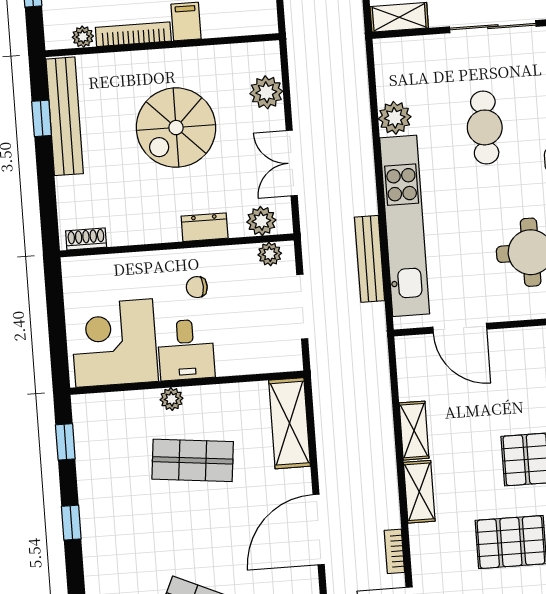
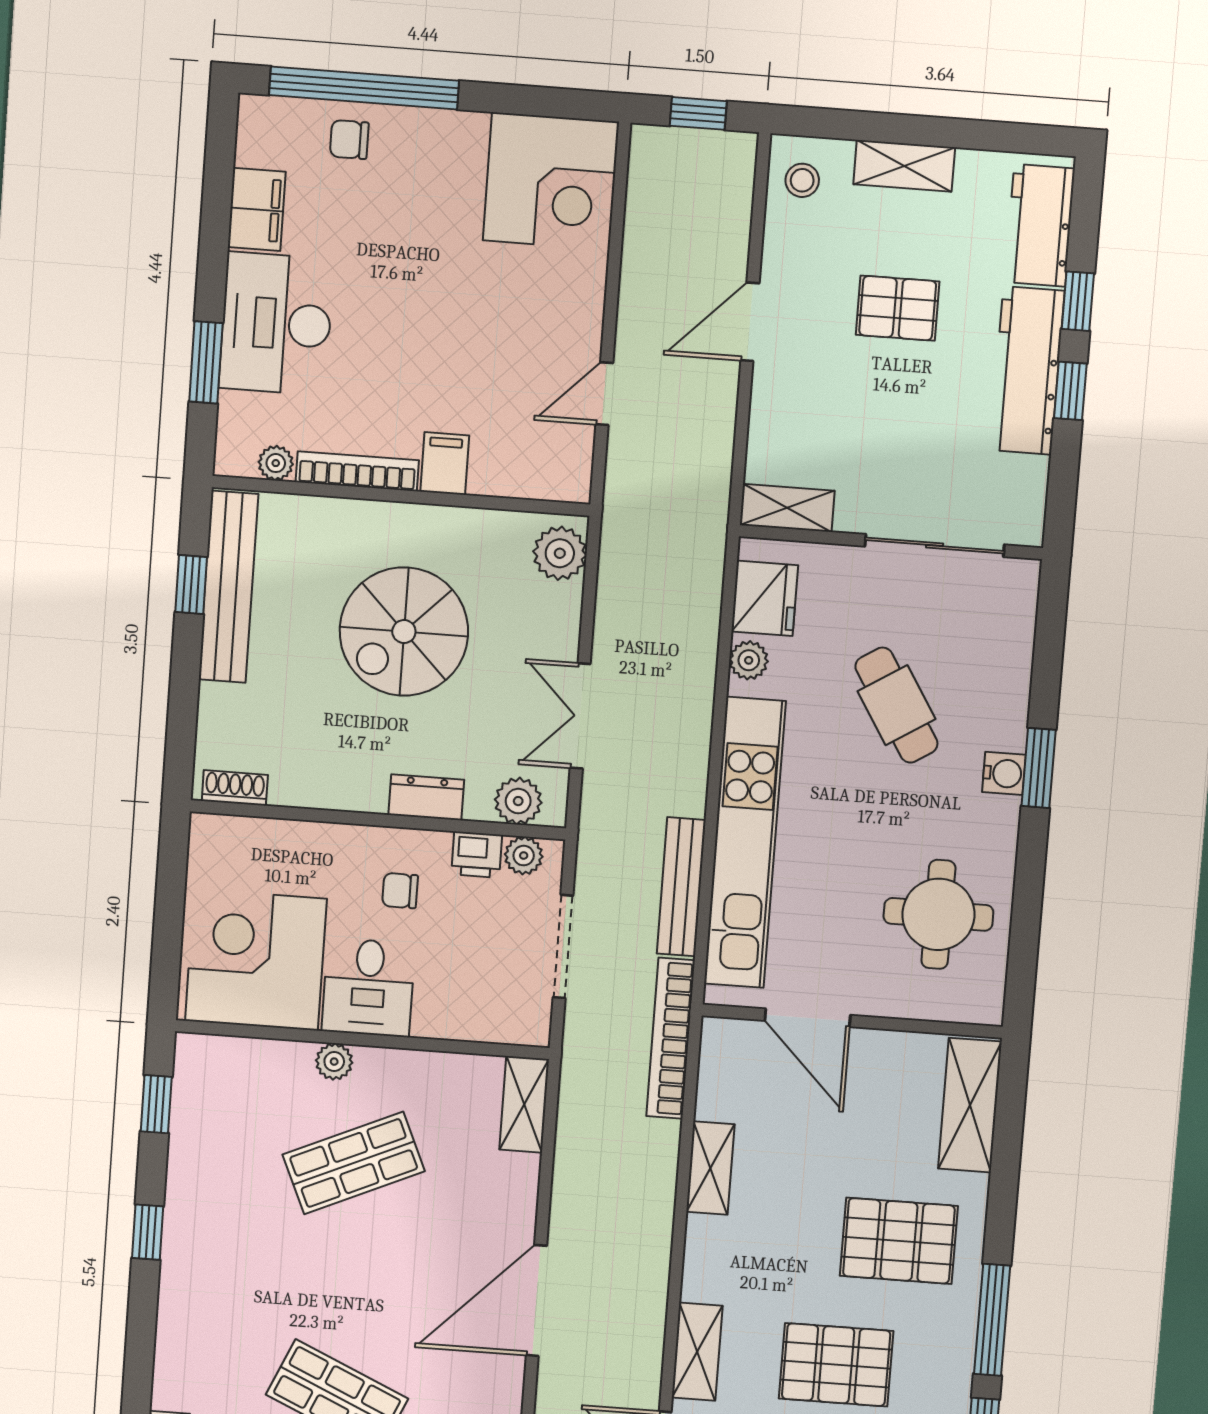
fridge: (394, 74) -> (765, 598), added
plant: (266, 92) -> (560, 553), moved
plant: (395, 118) -> (749, 660), width x0.73, depth x0.73
cafe table: (485, 127) -> (896, 705), turned -32
printer: (241, 258) -> (477, 855), added
shelving: (290, 423) -> (524, 1104), width x0.67, depth x0.75
shop shelf: (193, 460) -> (354, 1163), turned -30
shelving: (419, 492) -> (697, 1352), moved
bookcase: (394, 551) -> (671, 1038), moved, width x2.31, depth x1.31

